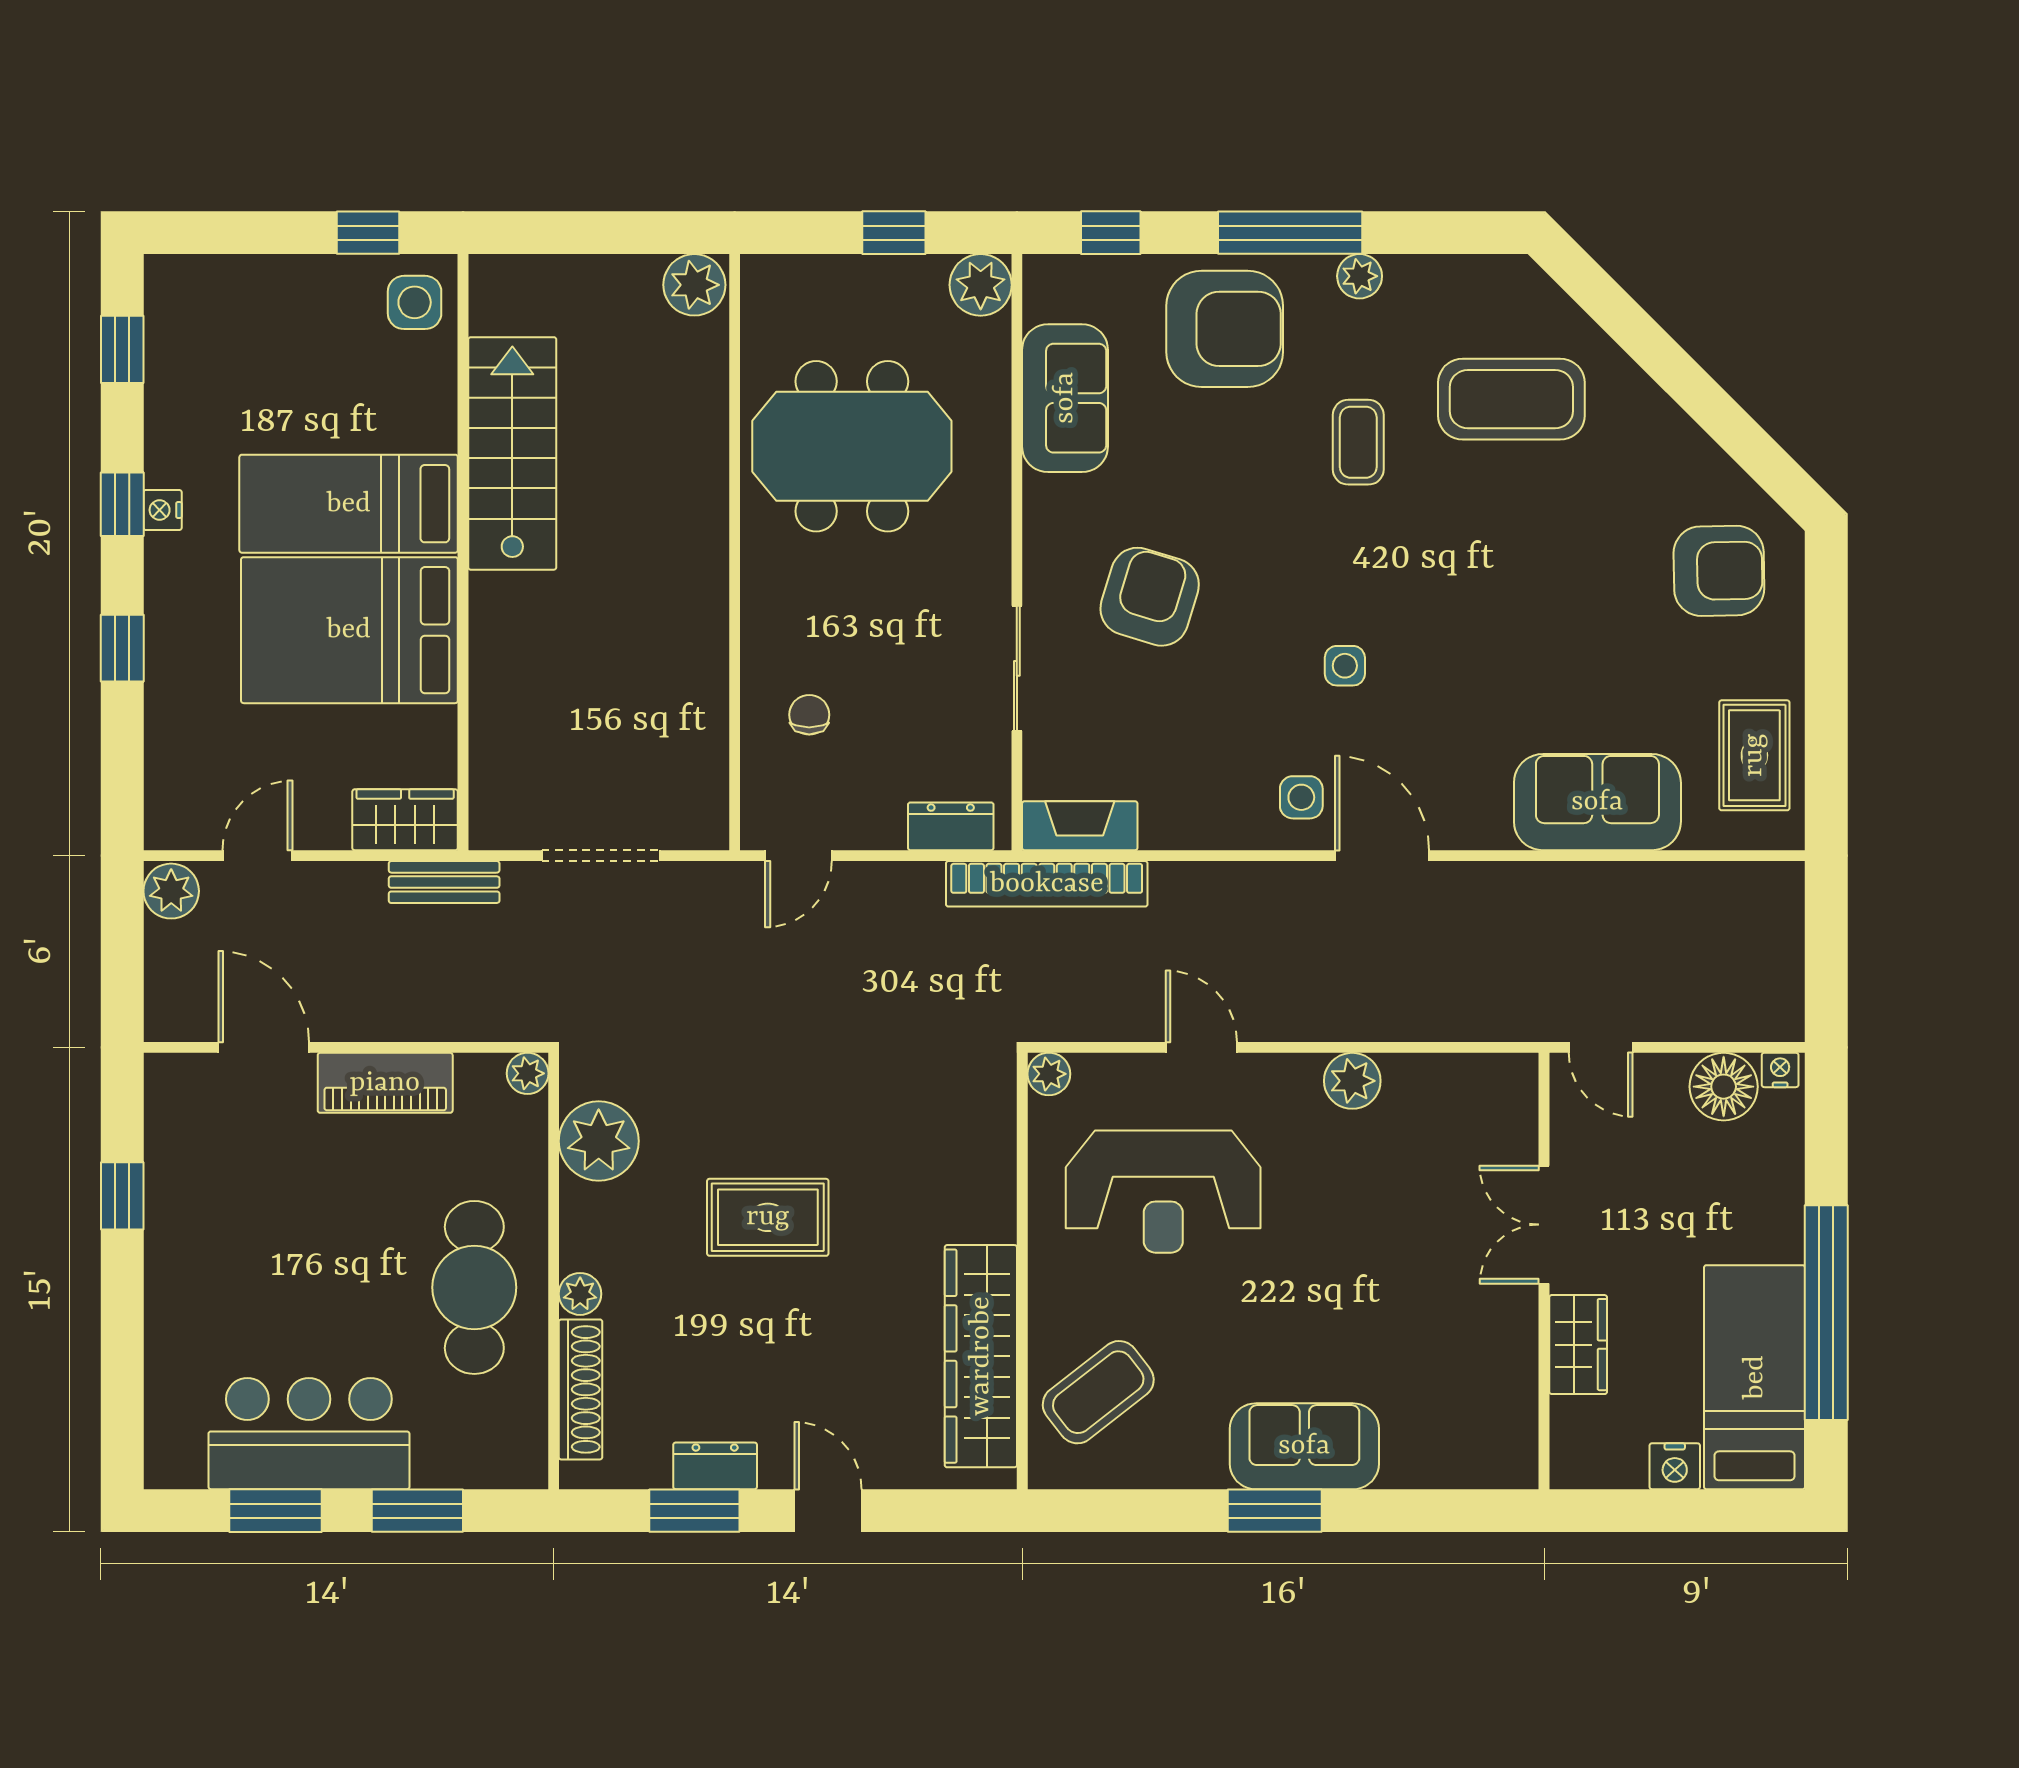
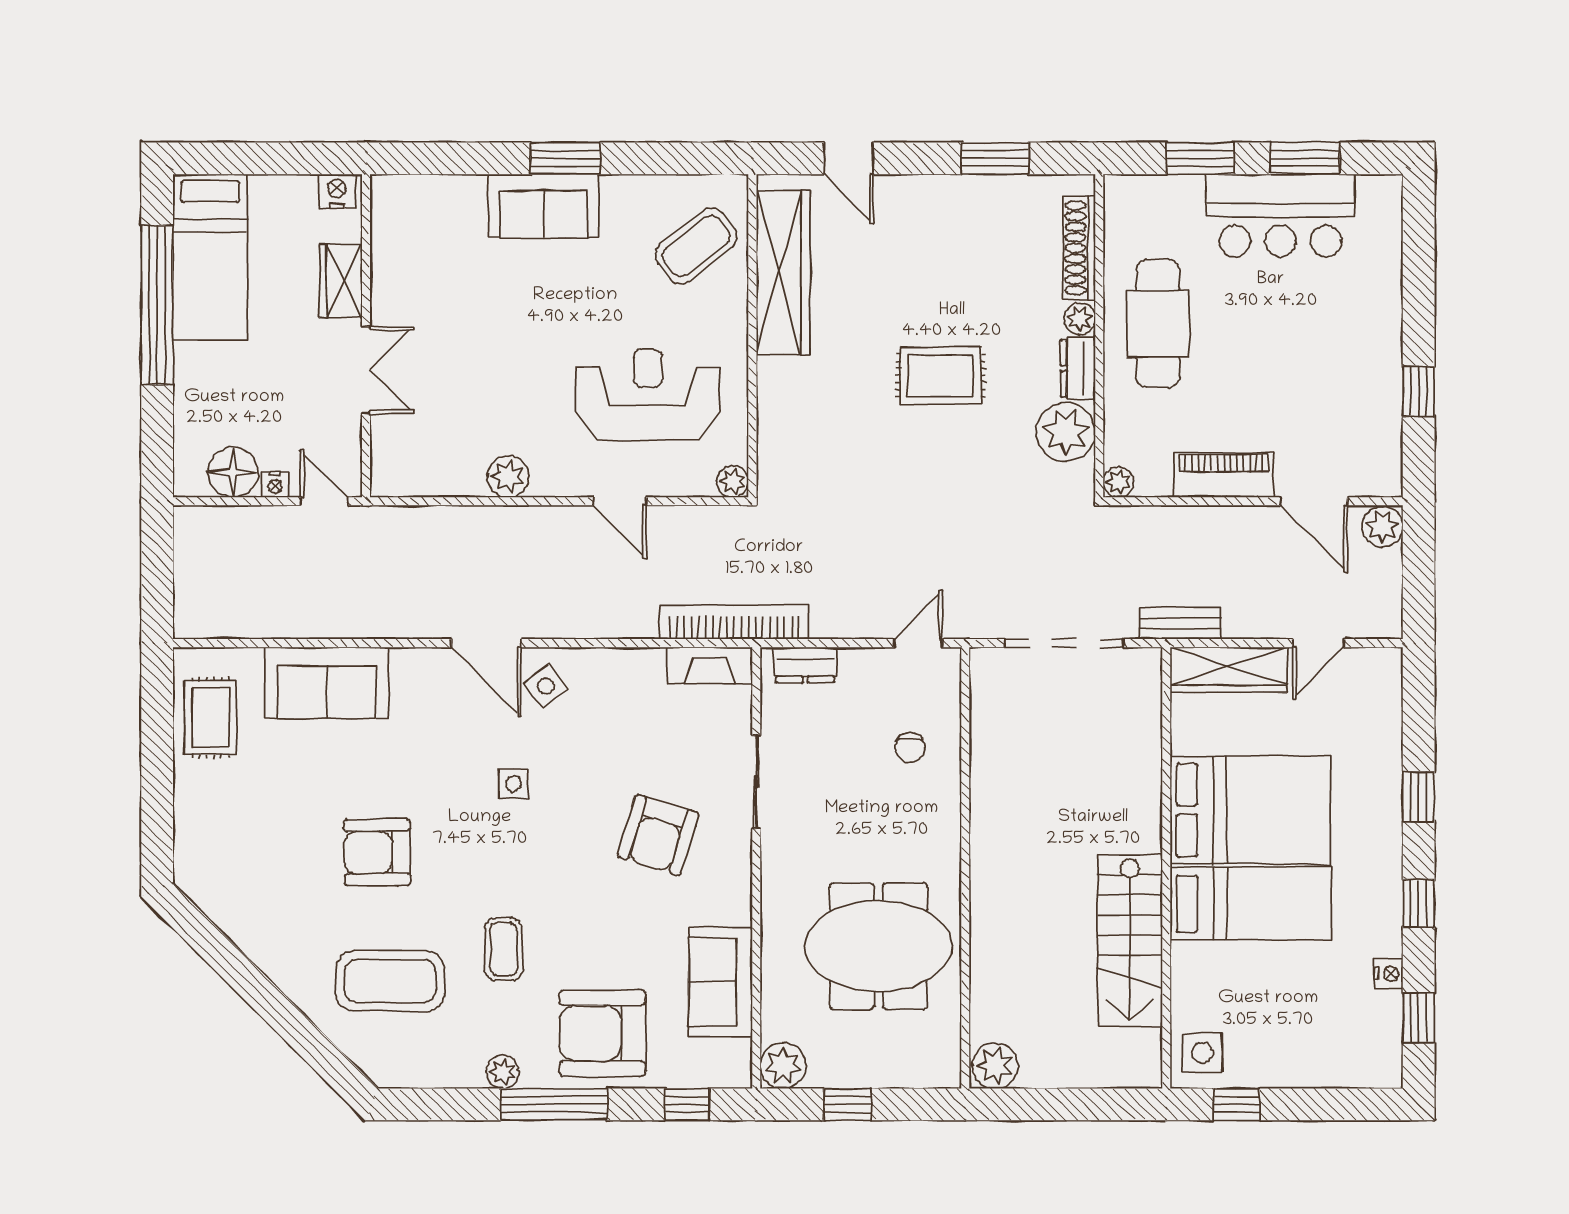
nightstand: (163, 510) -> (1389, 974), moved
armchair: (1719, 571) -> (377, 852), moved
side table: (1301, 797) -> (546, 686), turned -38
wardrobe: (405, 820) -> (1229, 670), width x1.50
doorway: (601, 856) -> (1064, 643), width x1.36
plant: (171, 891) -> (1382, 527), moved
nightstand: (1780, 1070) -> (275, 484), moved
dresser: (715, 1466) -> (1078, 368), moved, turned 90
nightstand: (1675, 1466) -> (337, 191), moved
door: (828, 1511) -> (849, 158), moved

